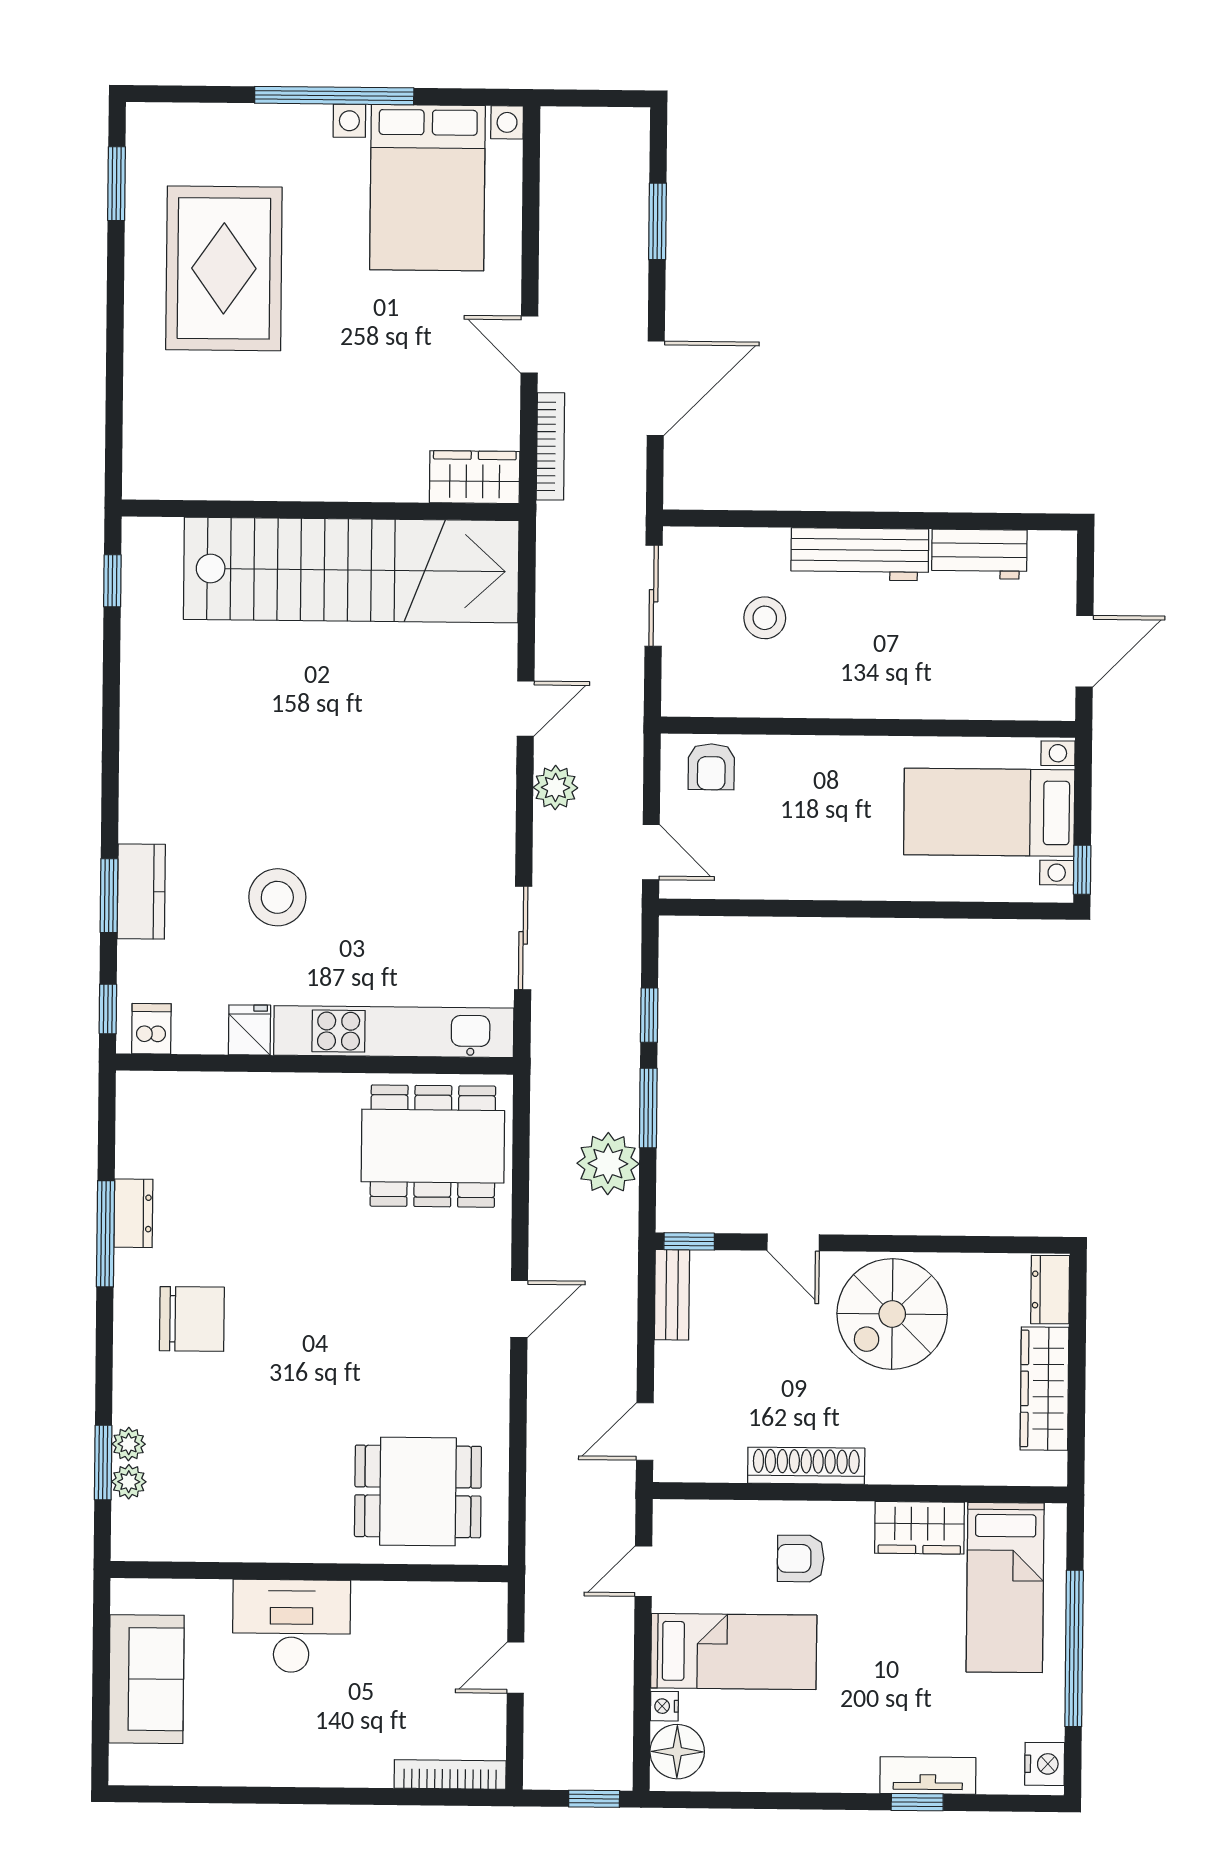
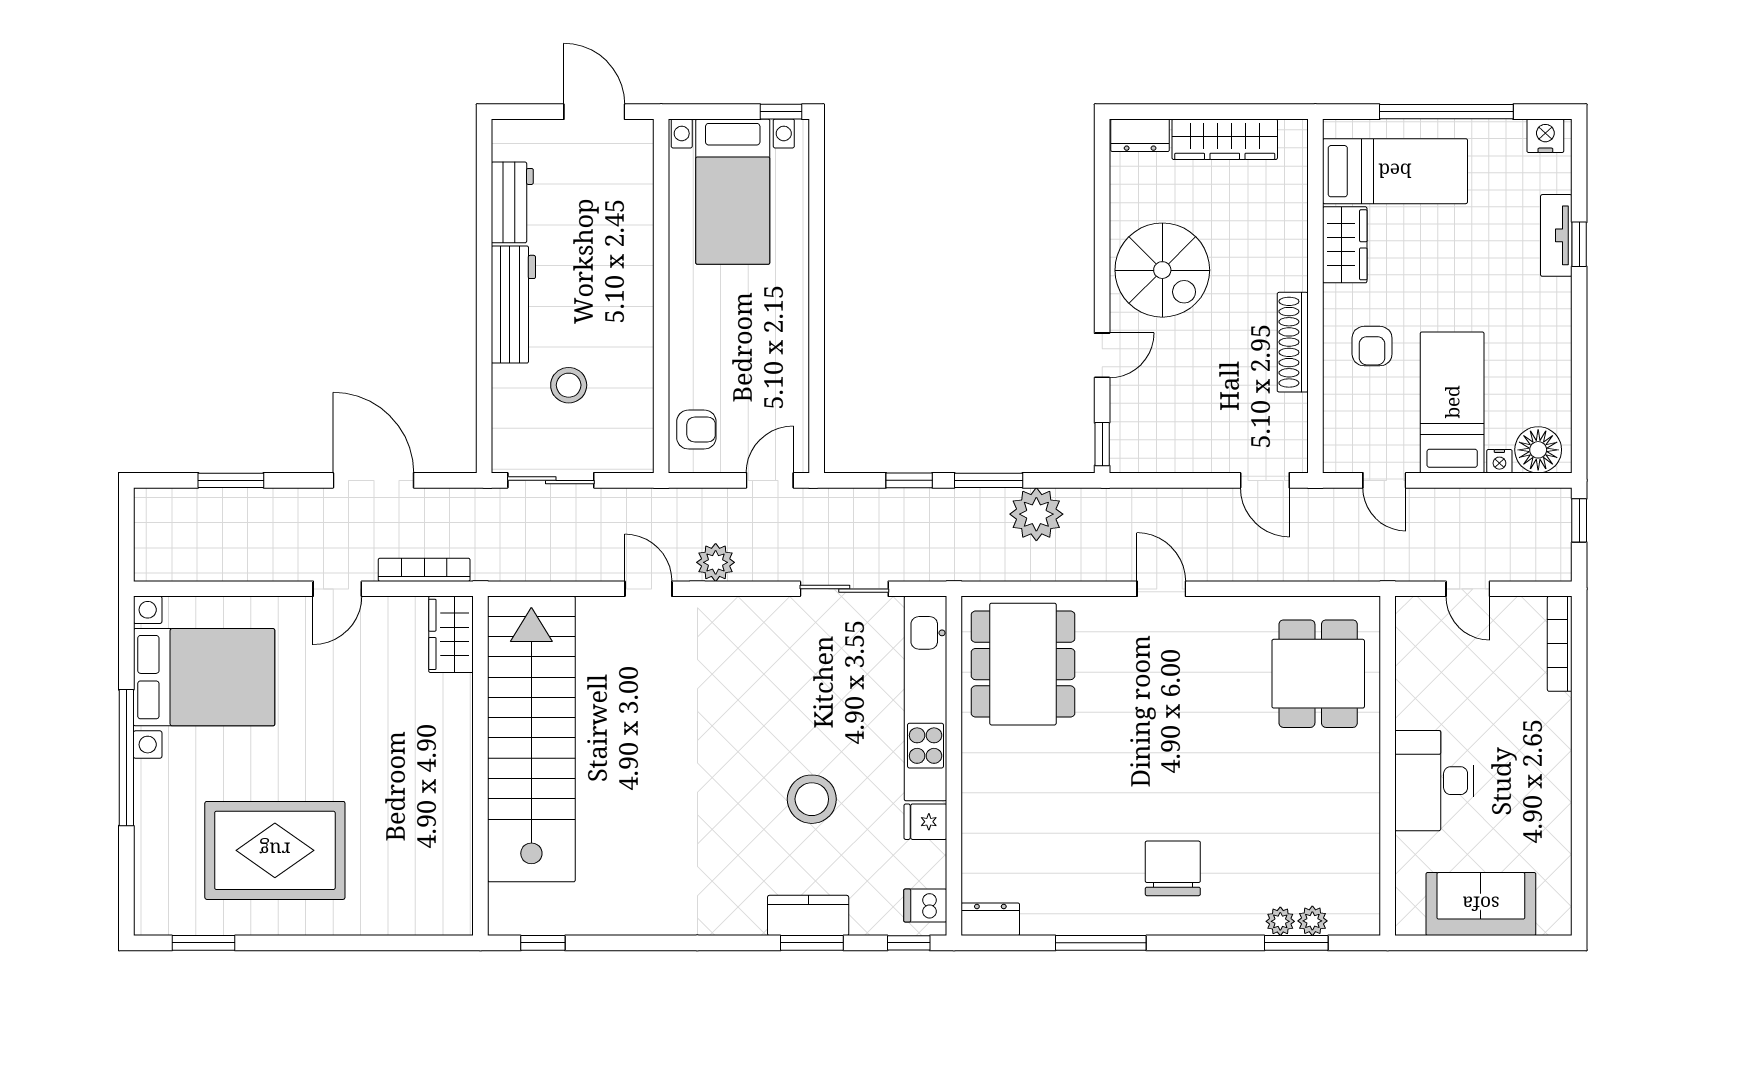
dresser: (133, 1213) -> (990, 919), moved
bench: (672, 1295) -> (1148, 458), removed

